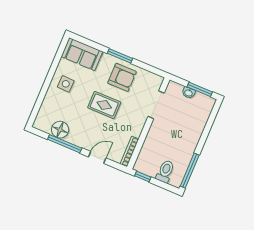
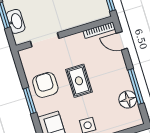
washbasin: (189, 93) -> (16, 21), width x1.91, depth x1.45
door: (97, 157) -> (122, 41), moved

